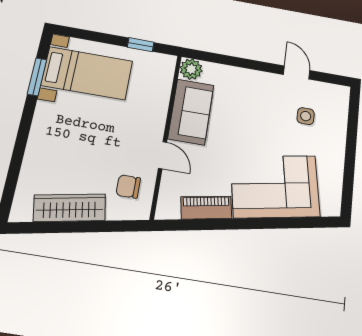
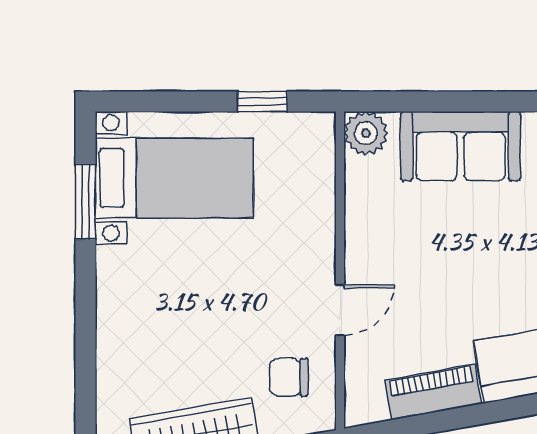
sofa: (191, 112) -> (461, 146), moved, turned 90
door: (163, 155) -> (340, 310), hinge flipped

